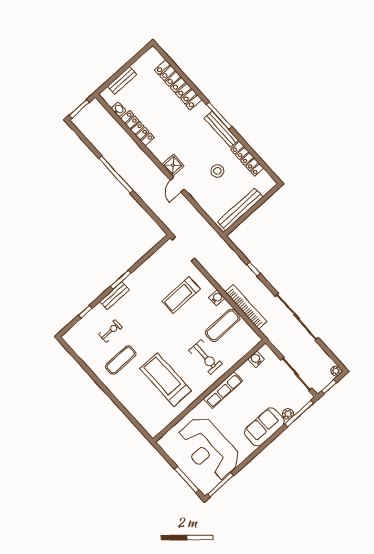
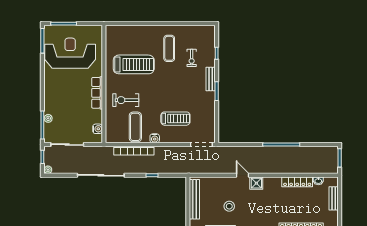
treadmill: (181, 295) -> (175, 119), turned 90
sofa: (264, 427) -> (53, 97), removed

